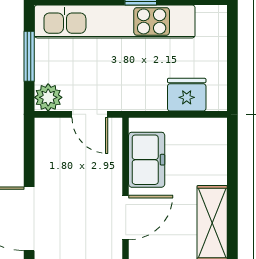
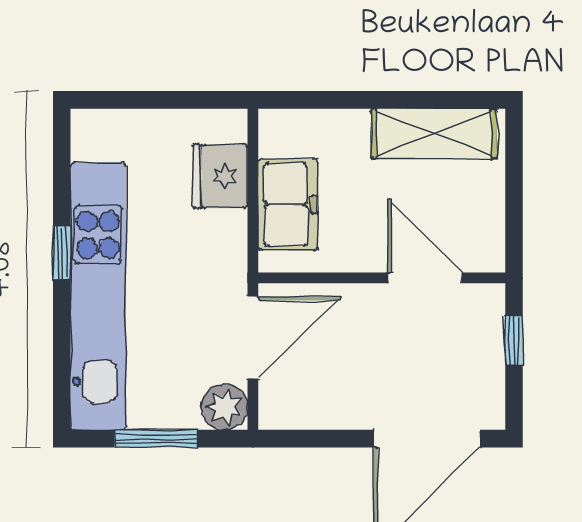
door: (90, 114) -> (253, 337), width x1.38
freezer: (147, 160) -> (288, 205), moved, turned 90

